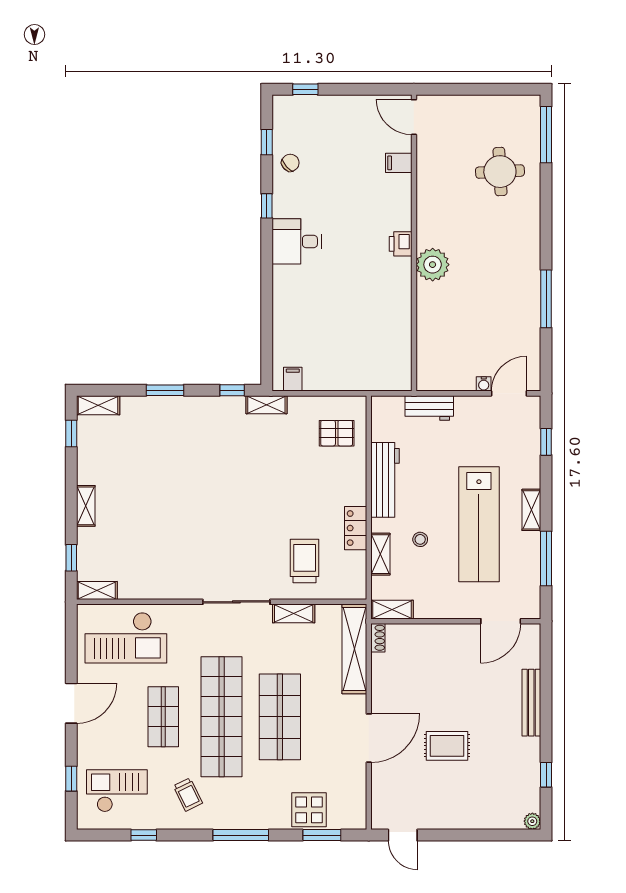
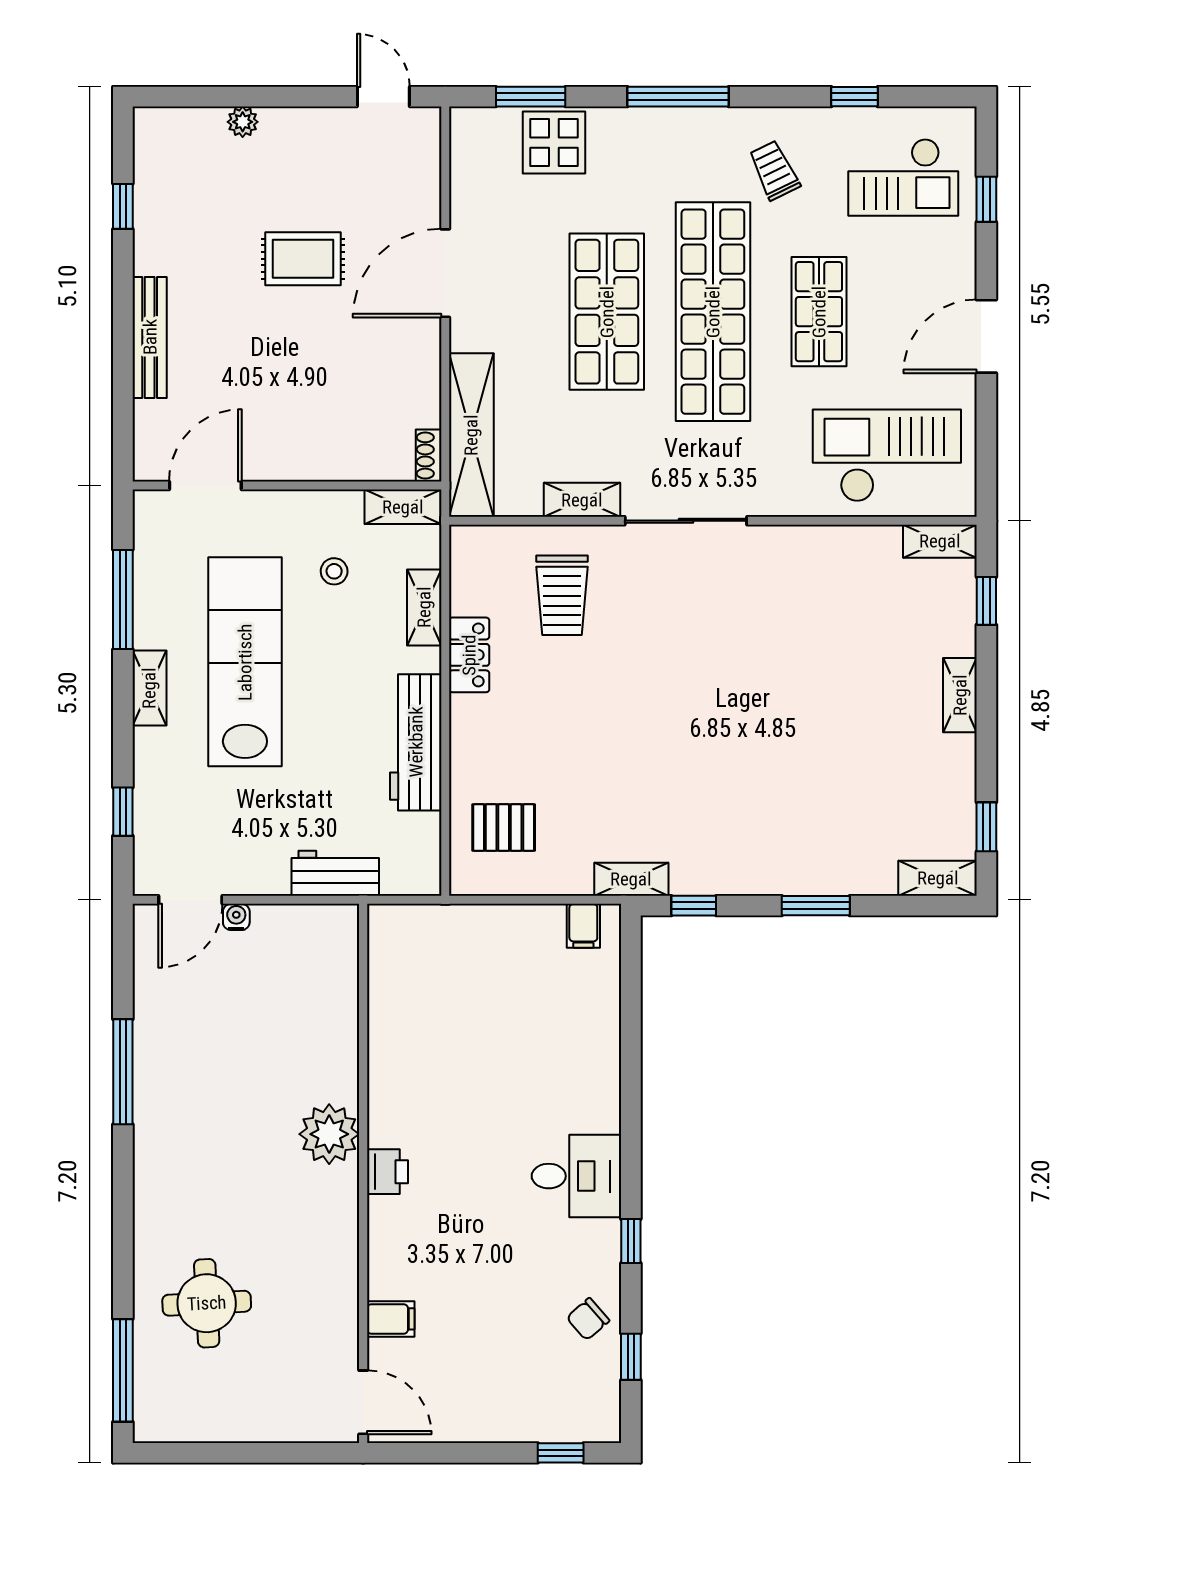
stool: (420, 539) -> (334, 571), moved
plant: (532, 821) -> (243, 122), moved

